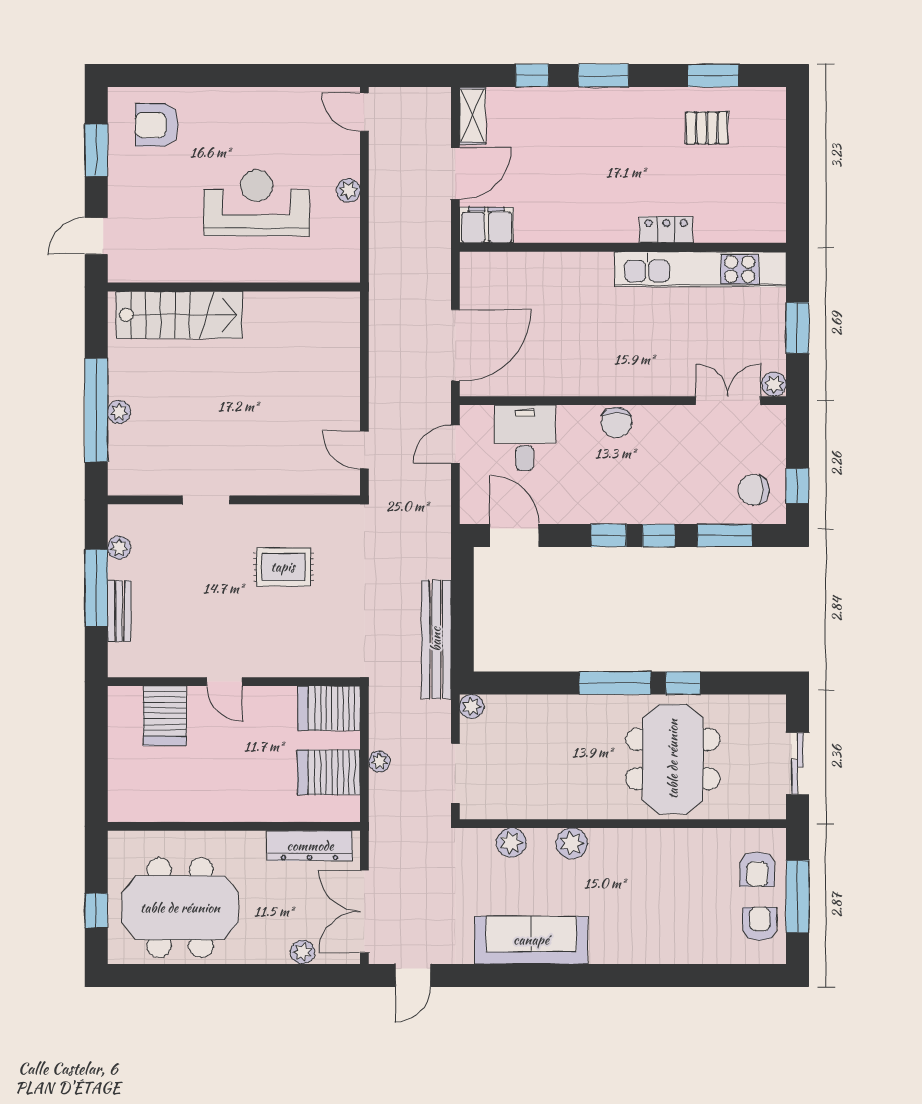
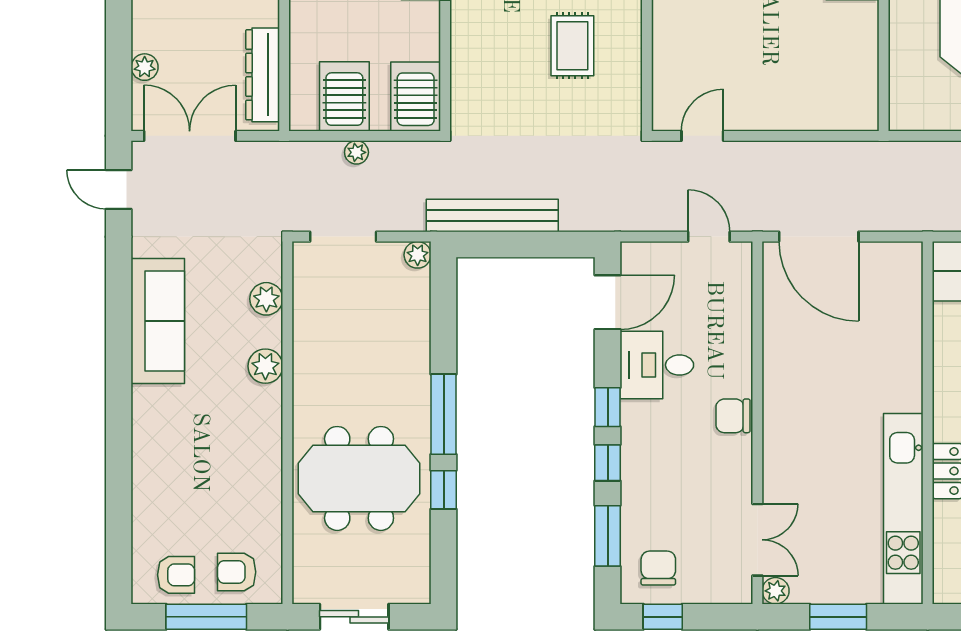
desk: (525, 438) -> (657, 365), moved, turned 180

